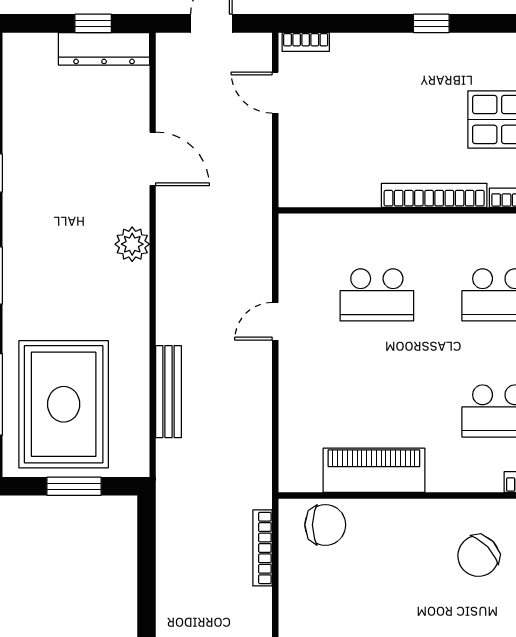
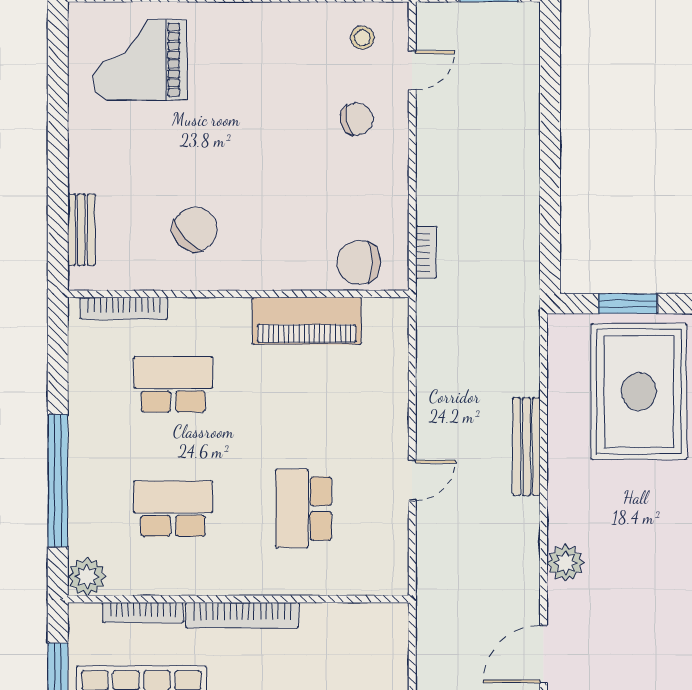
door: (153, 159) -> (544, 654), hinge flipped
school desk: (377, 295) -> (304, 509), turned -90
bench: (169, 392) -> (526, 447), moved
bookcase: (262, 548) -> (426, 252), width x0.64

